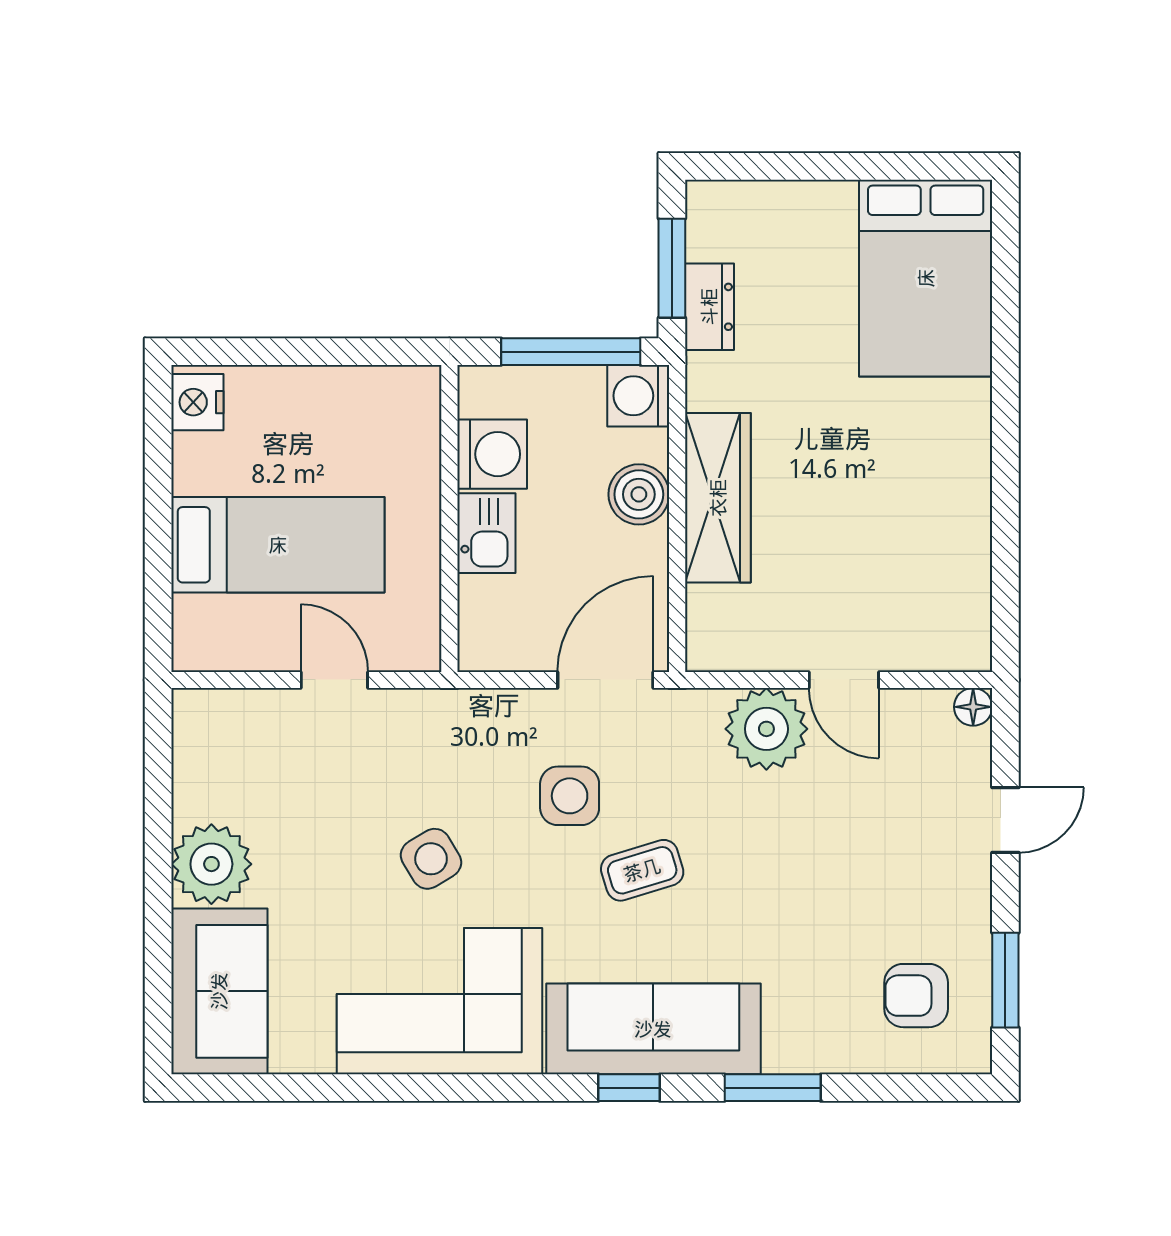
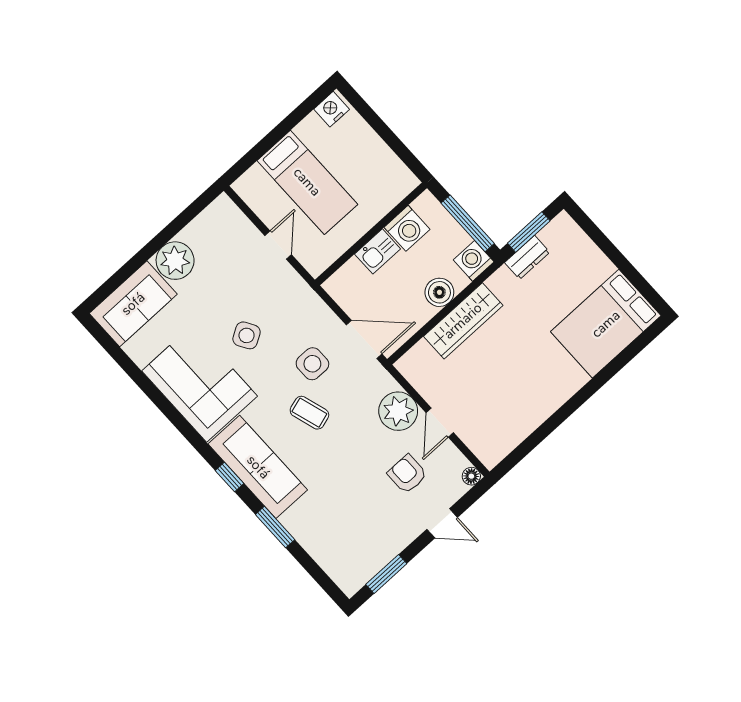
armchair: (916, 996) -> (407, 474), moved

